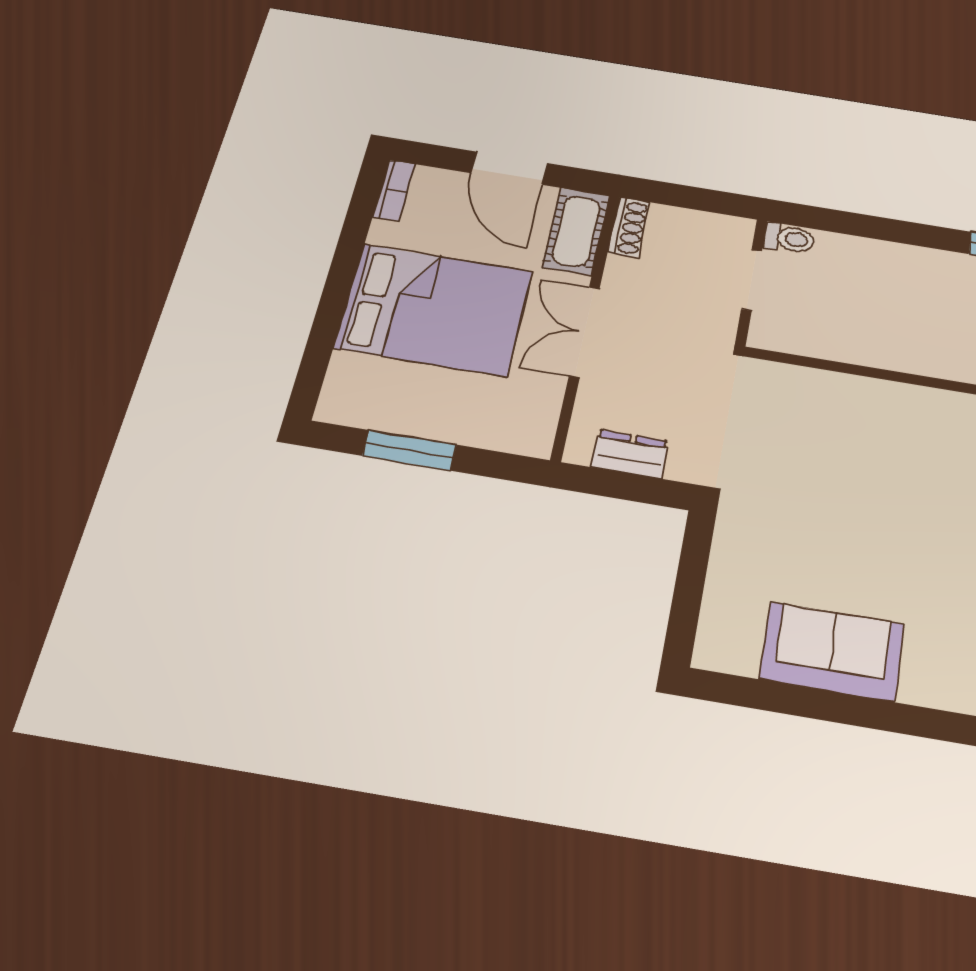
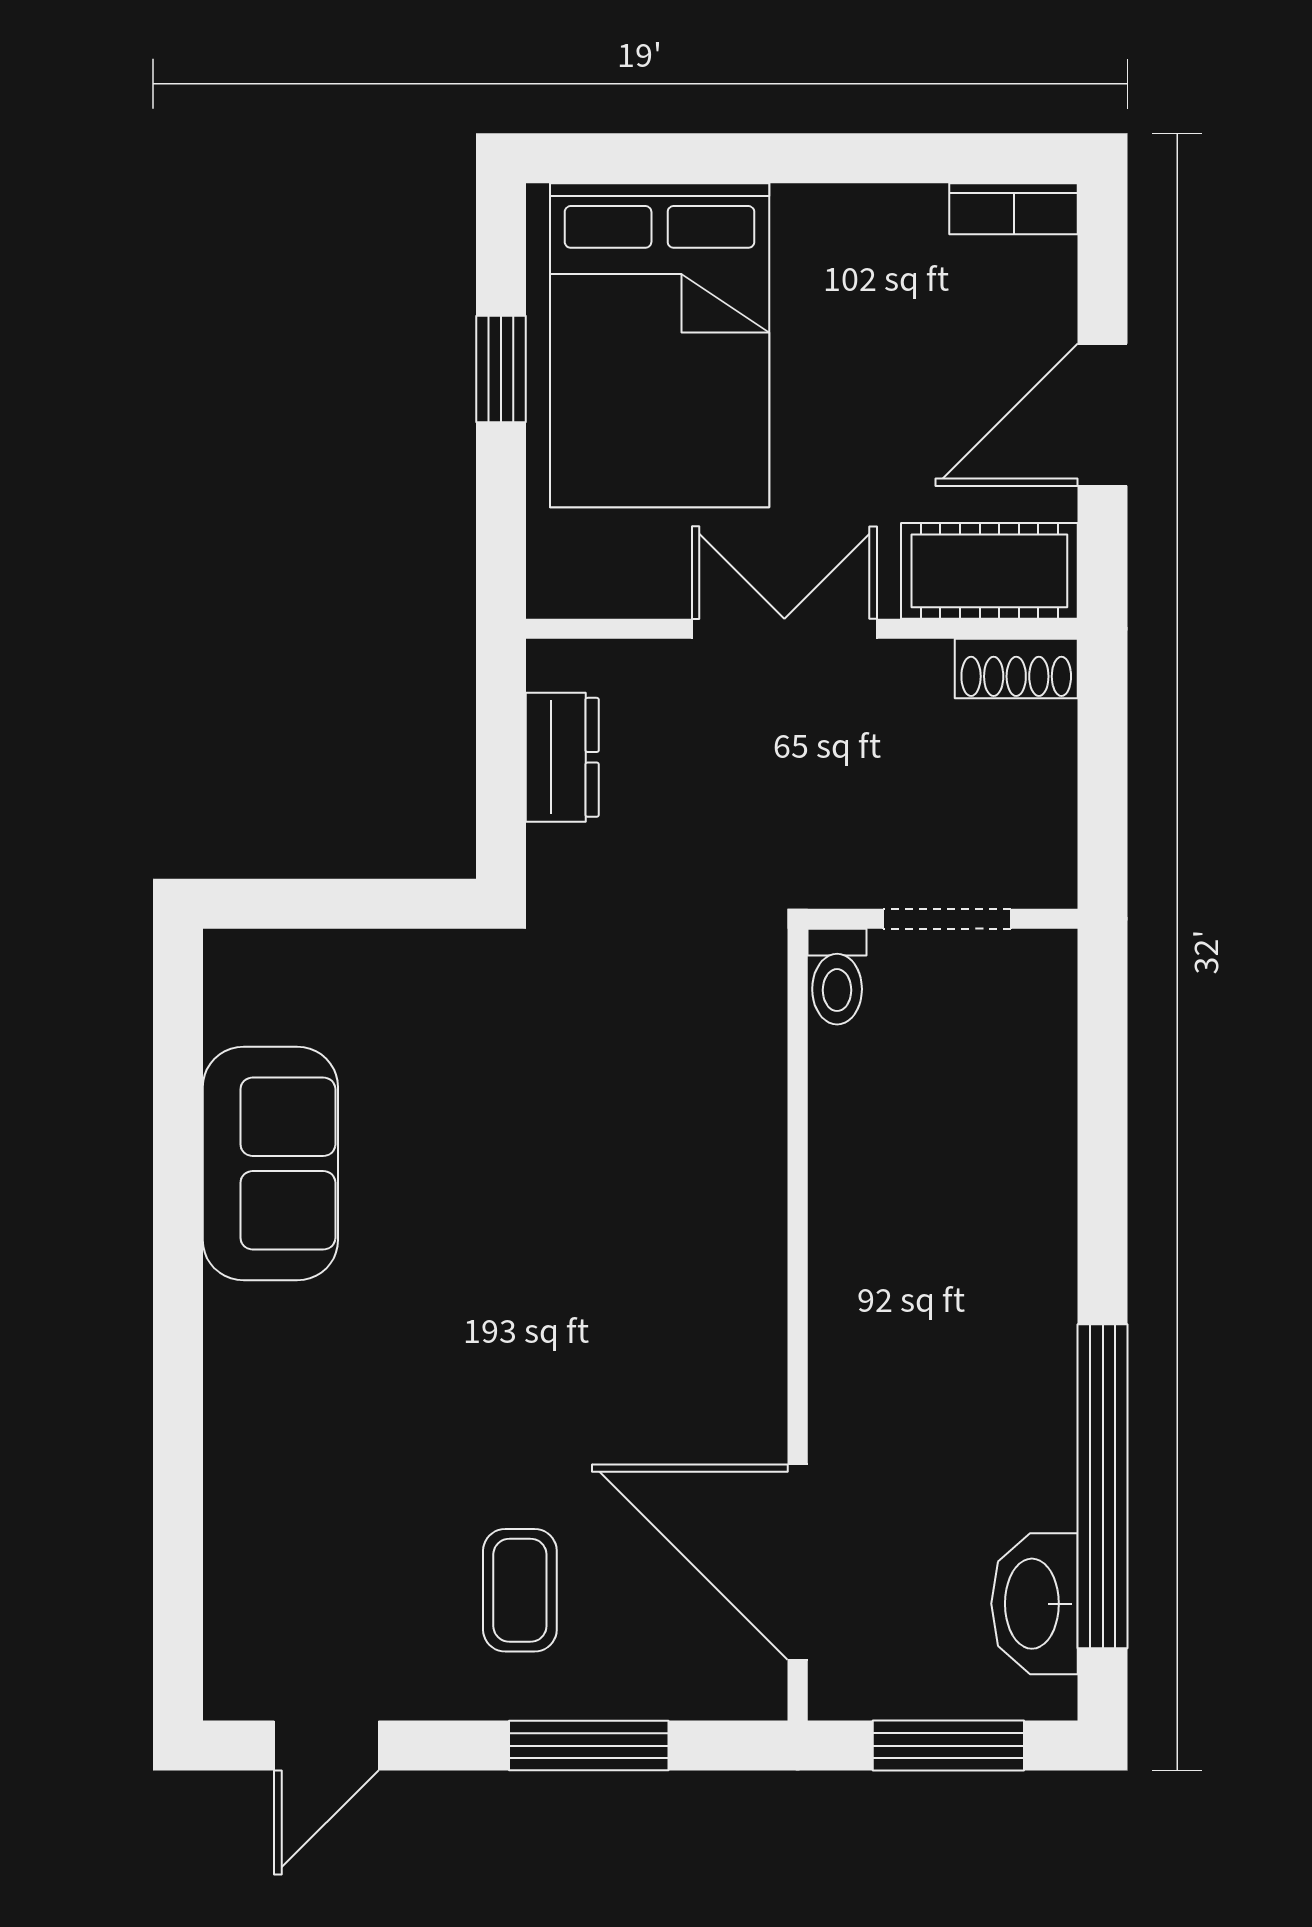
toilet: (789, 238) -> (837, 977), moved
bed: (434, 309) -> (660, 345), moved
window: (410, 450) -> (501, 369), width x0.67

